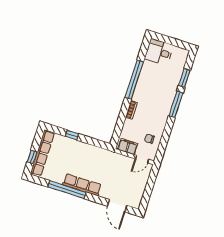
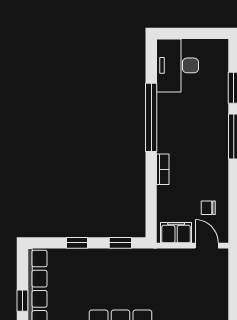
desk: (159, 52) -> (177, 65), width x1.37
window: (96, 143) -> (120, 243), added
door: (142, 159) -> (207, 246), swing flipped

